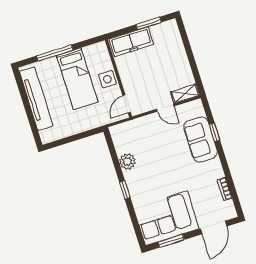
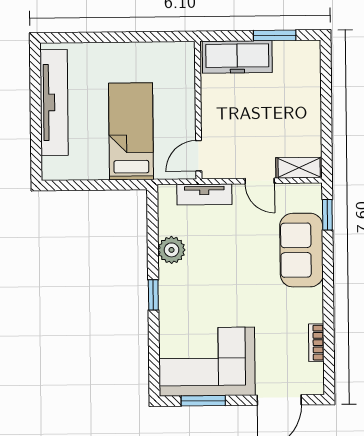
window: (55, 53) -> (107, 37), removed
bed: (77, 79) -> (131, 131), moved, turned 180
side table: (107, 79) -> (180, 106), removed
tv unit: (136, 125) -> (204, 194), added
window: (214, 132) -> (327, 215), moved

